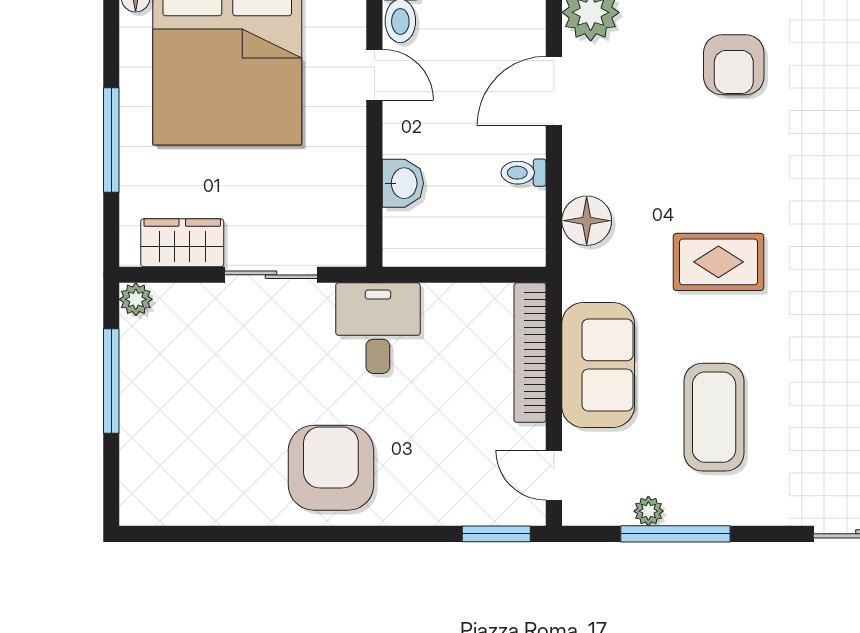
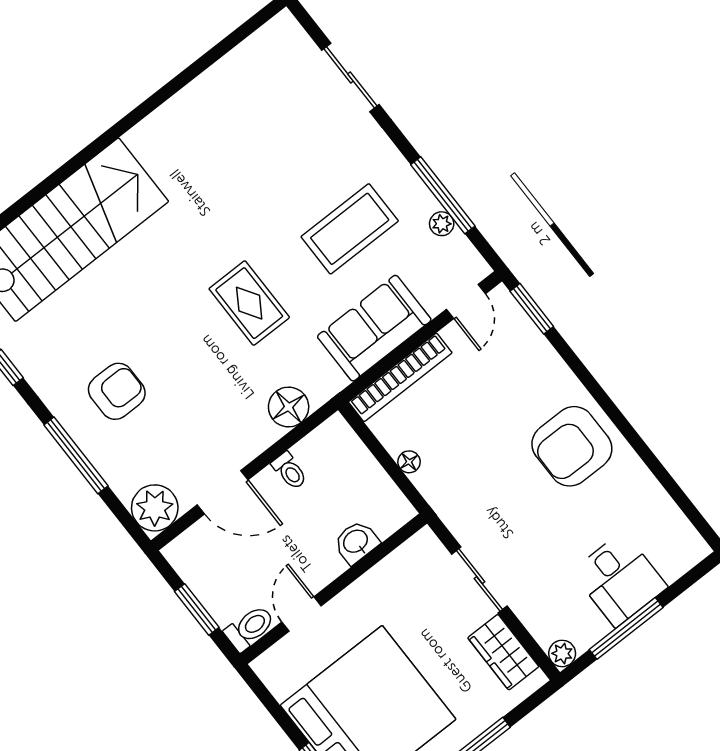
floor lamp: (441, 296) -> (409, 462), added
desk: (378, 328) -> (619, 579), moved, turned -90

